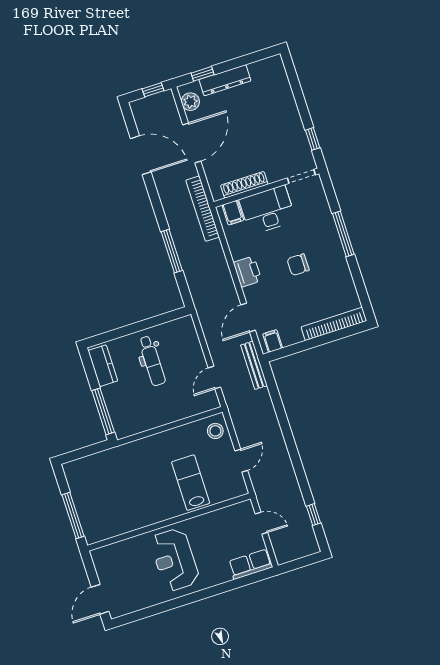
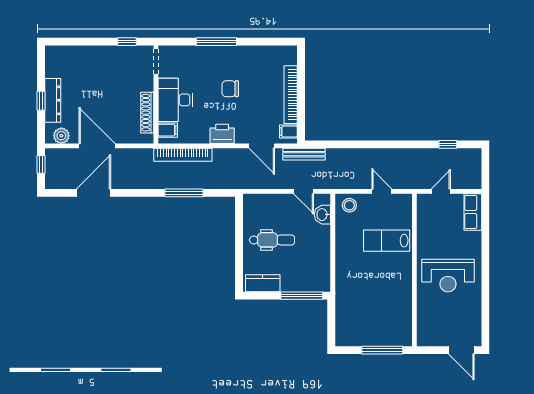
window: (203, 74) -> (41, 101), moved
bookcase: (203, 209) -> (183, 155), moved
chair: (298, 265) -> (230, 89), turned 90
bookcase: (334, 324) -> (291, 95), moved
washbasin: (196, 406) -> (322, 215), added

